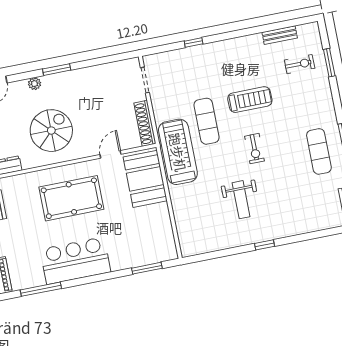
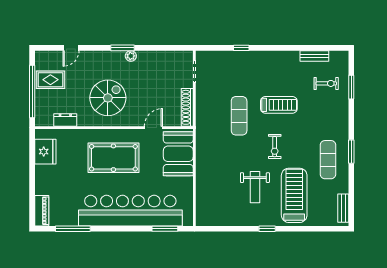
plant: (35, 84) -> (131, 56), moved
treadmill: (178, 152) -> (294, 195), moved
bar counter: (75, 261) -> (130, 211), width x1.86

